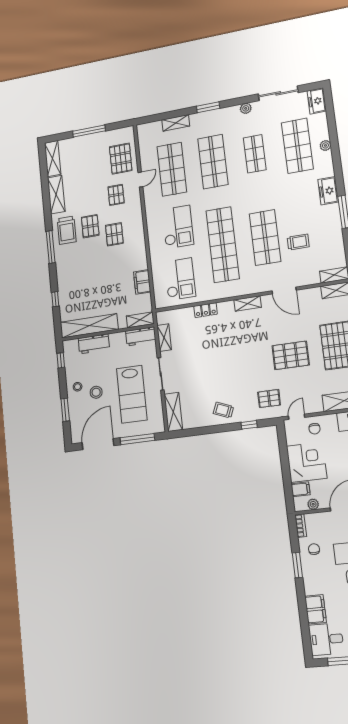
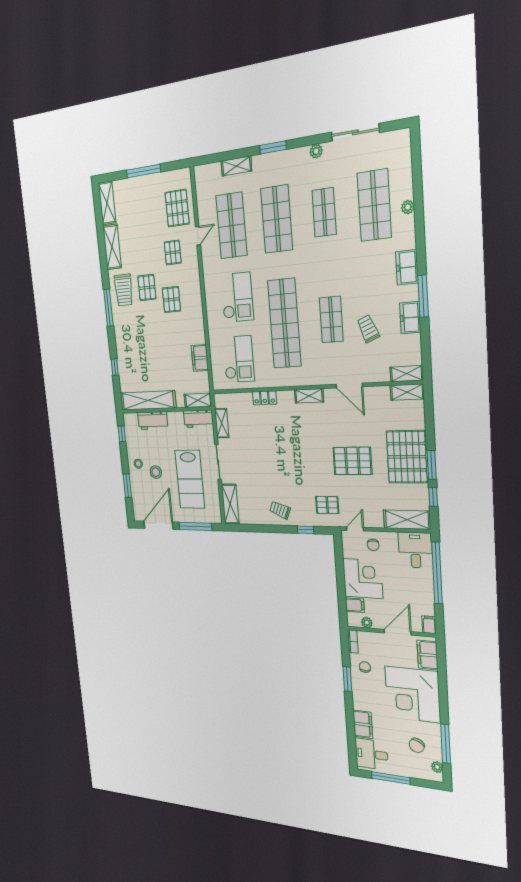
freezer: (317, 101) -> (410, 318), moved
shop shelf: (265, 238) -> (331, 320), width x0.70, depth x0.74
trolley: (298, 242) -> (368, 329), turned -112

